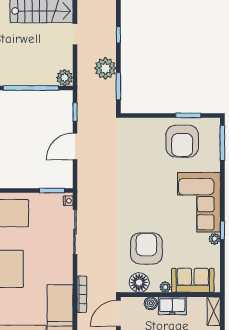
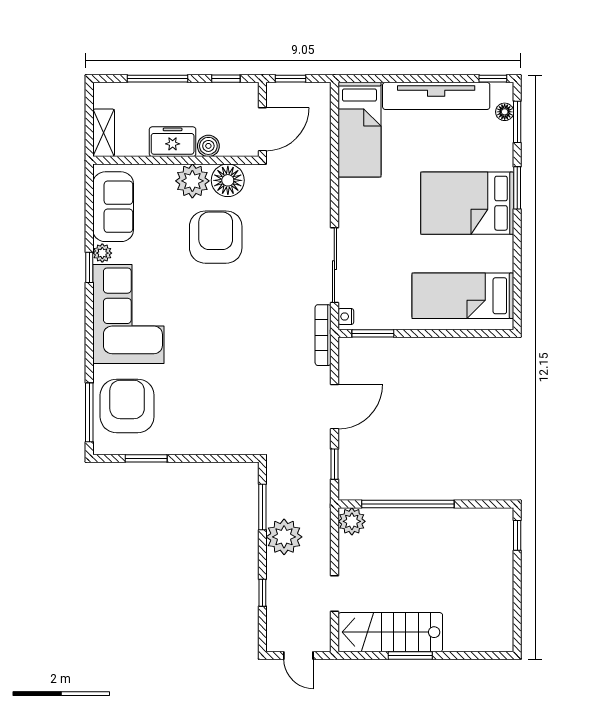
armchair: (182, 141) -> (127, 406), moved
armchair: (146, 248) -> (216, 237), turned 180
sofa: (193, 280) -> (113, 207), moved, turned -90
plant: (165, 287) -> (192, 181), width x1.87, depth x1.87
bookcase: (82, 294) -> (323, 335), moved

